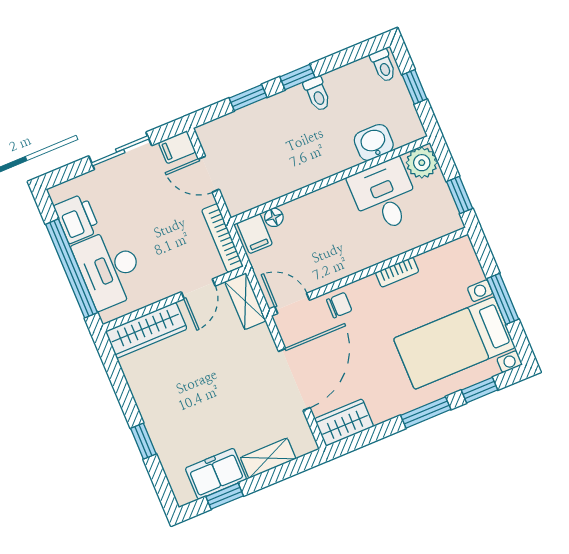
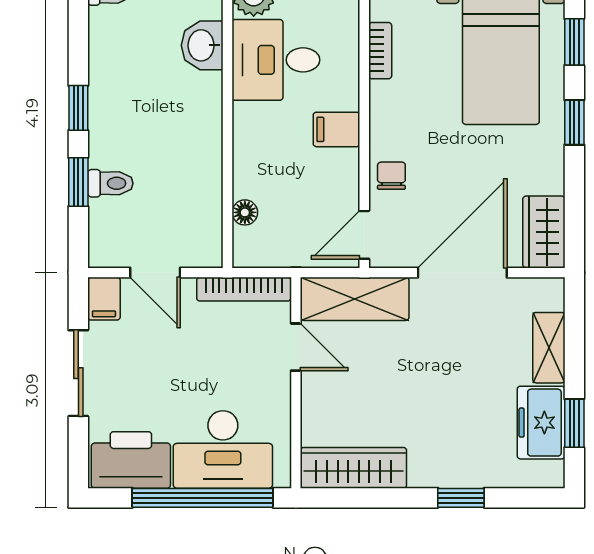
toilet: (317, 94) -> (110, 183), moved
door: (209, 174) -> (155, 273), hinge flipped
printer: (77, 219) -> (131, 460), width x1.37, depth x1.19
filing cabinet: (255, 234) -> (337, 129), moved, turned 180
bookcase: (397, 272) -> (380, 51), moved
shelving: (245, 301) -> (355, 299), width x1.50, depth x1.33
wardrobe: (146, 330) -> (353, 468), moved, turned -90
door: (294, 379) -> (462, 273), hinge flipped
window: (426, 412) -> (574, 122), width x0.67

